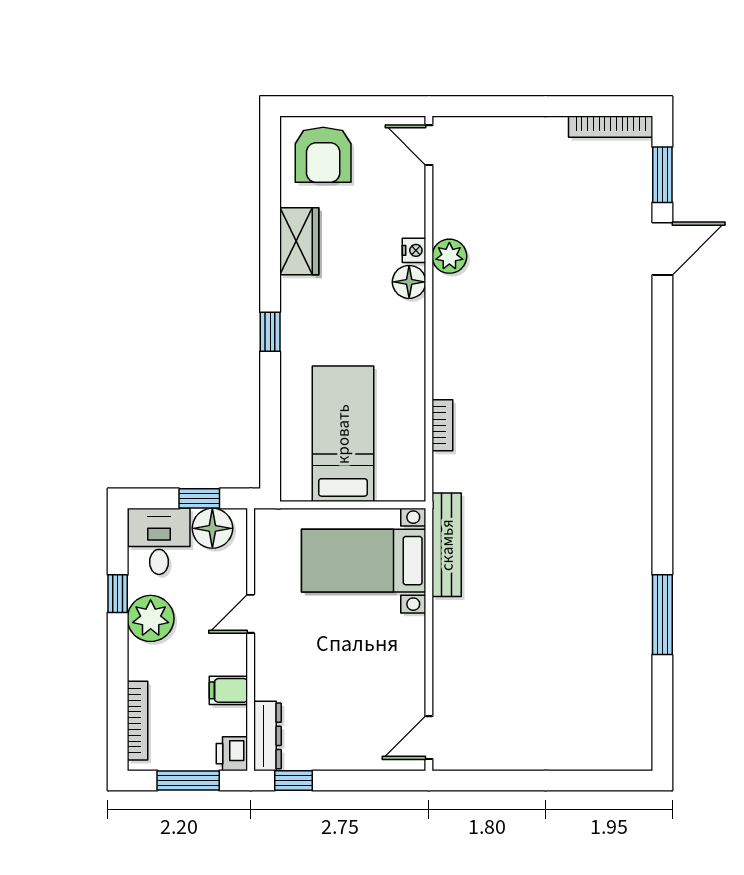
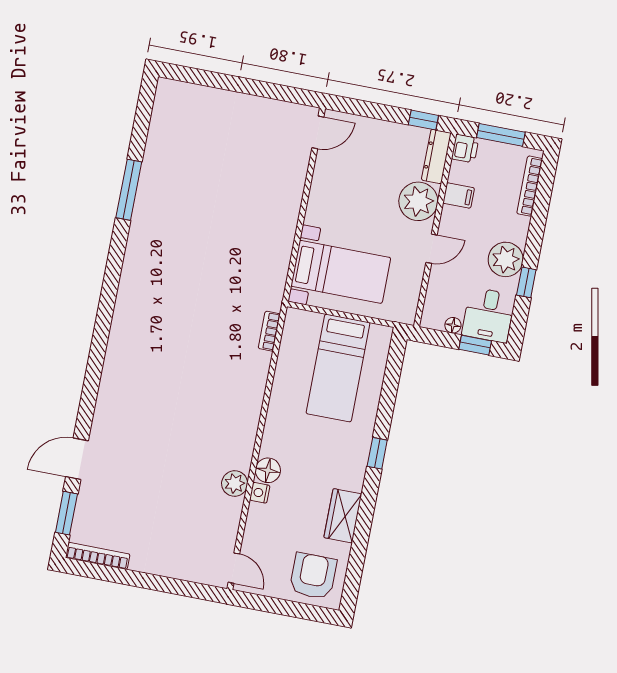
bookcase: (442, 425) -> (269, 331), moved
window: (199, 498) -> (475, 345), moved
floor lamp: (212, 528) -> (453, 325), width x0.53, depth x0.53
bench: (447, 545) -> (277, 272), removed
plant: (280, 673) -> (418, 201), added

